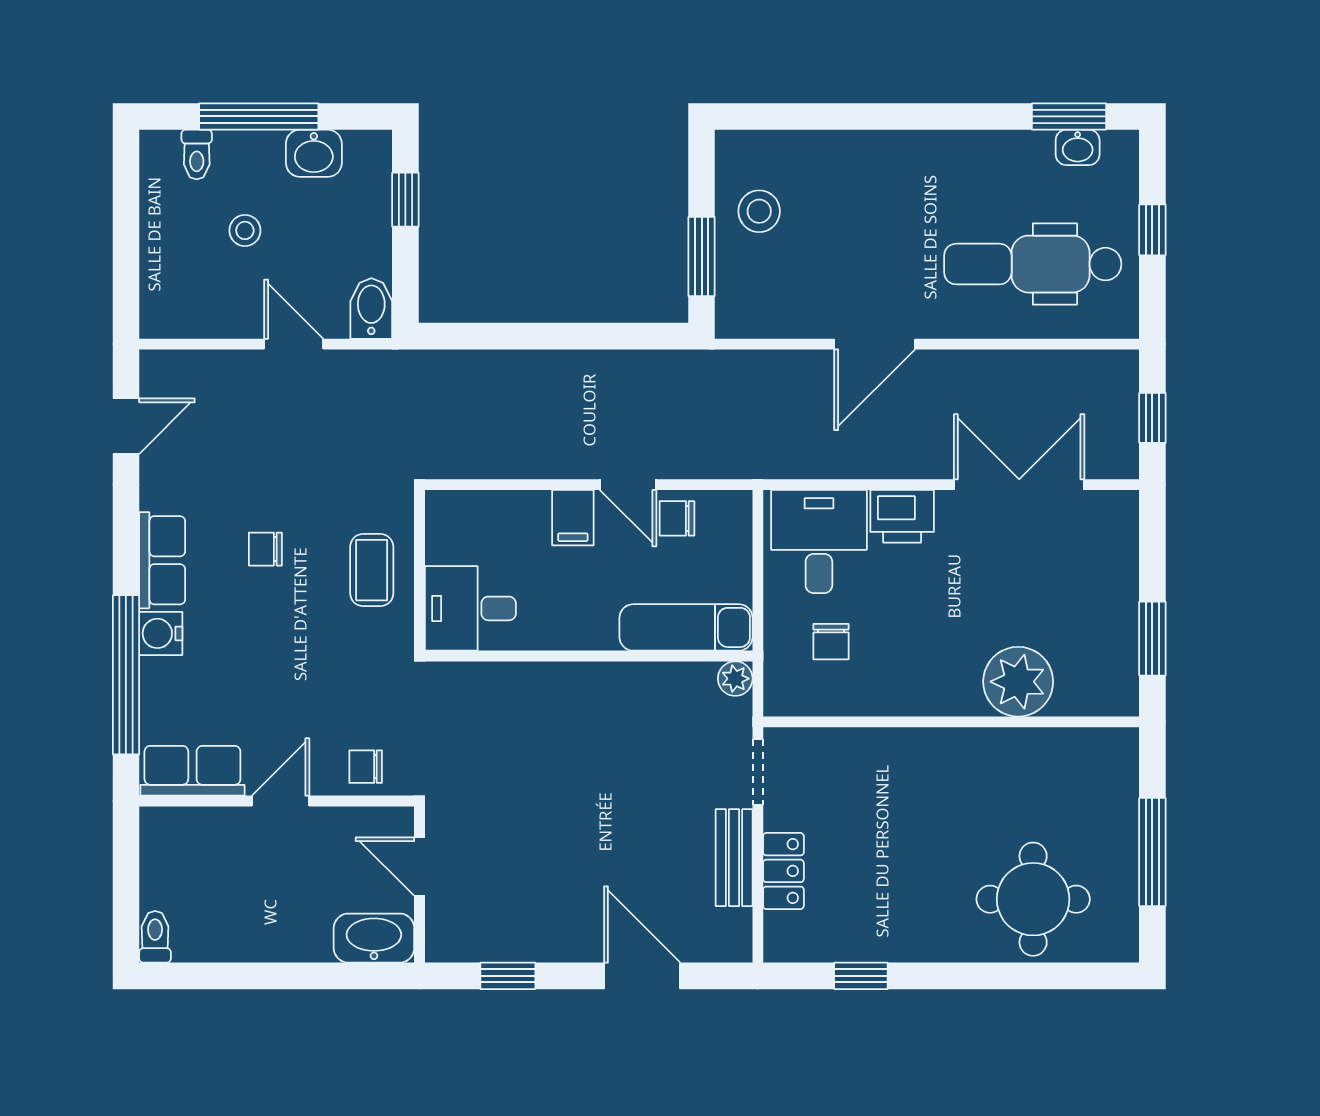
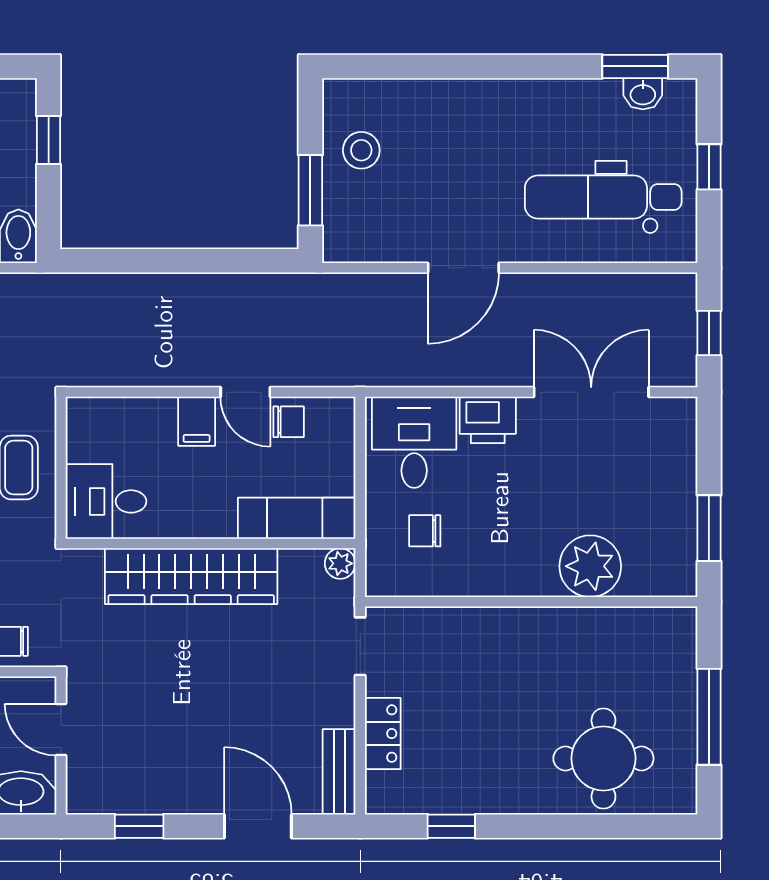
chair: (677, 518) -> (289, 422), turned 180
chair: (831, 642) -> (425, 531), turned 90
wardrobe: (567, 693) -> (191, 576), added
bench: (734, 858) -> (339, 772), moved

